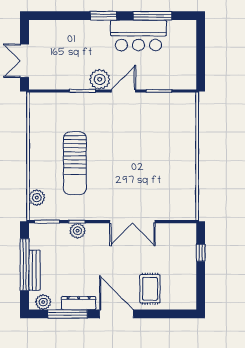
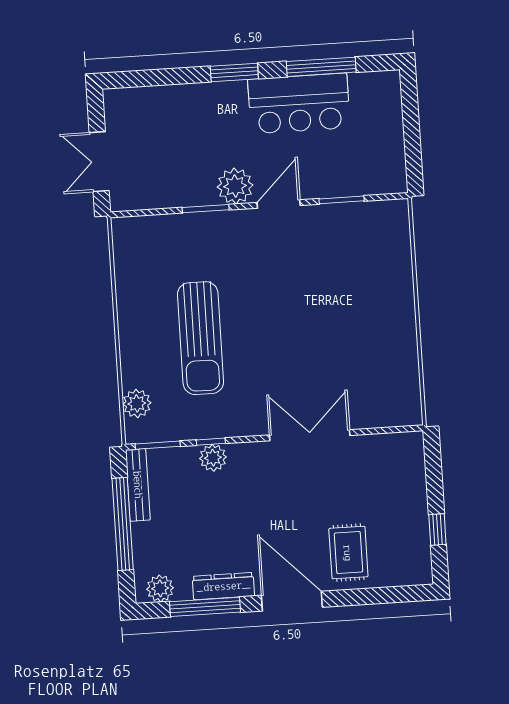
double door: (132, 222) -> (310, 435), swing flipped
window: (201, 253) -> (437, 529), moved
bench: (34, 270) -> (138, 485), moved

